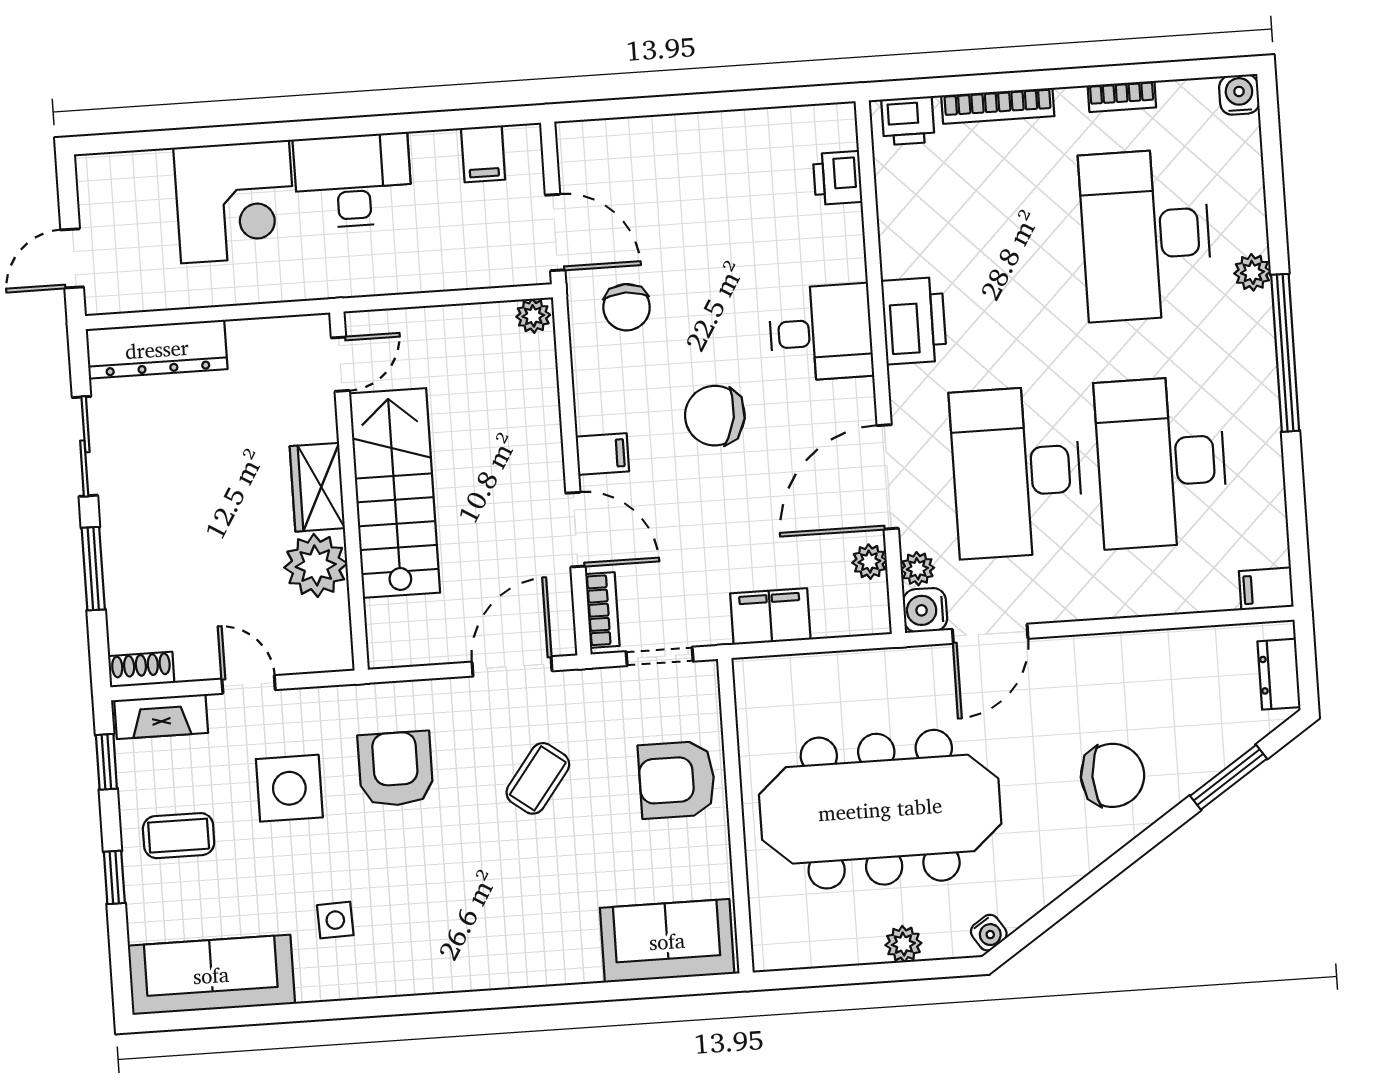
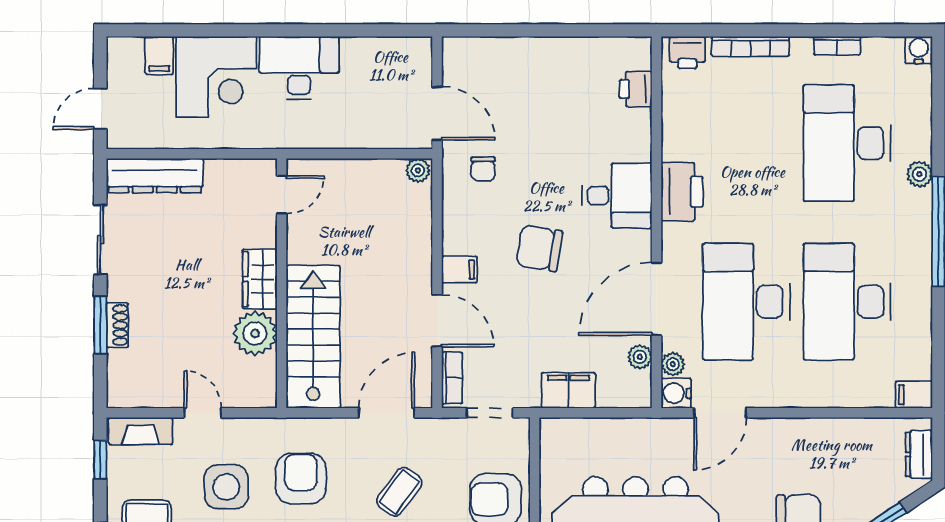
filing cabinet: (483, 154) -> (159, 55), moved
chair: (627, 307) -> (483, 169), width x0.73, depth x0.73
stairs: (395, 493) -> (313, 337), moved
shoe rack: (141, 669) -> (117, 325), moved, turned 90

